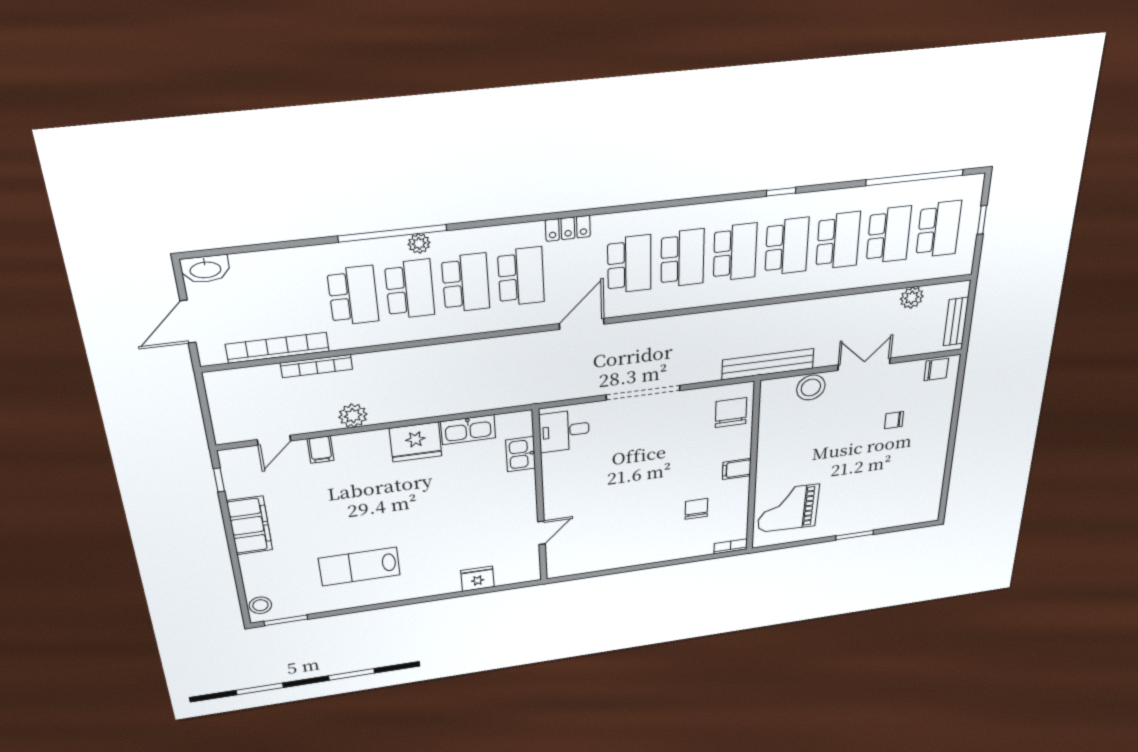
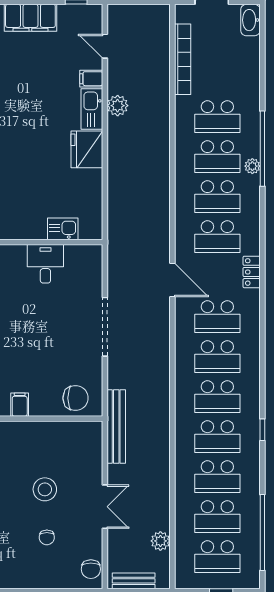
bookcase: (317, 366) -> (164, 85), removed
stool: (811, 388) -> (45, 489), moved
chair: (894, 420) -> (47, 537), turned 180
kitchen sink: (468, 430) -> (92, 109), moved
desk: (564, 431) -> (45, 264), moved

